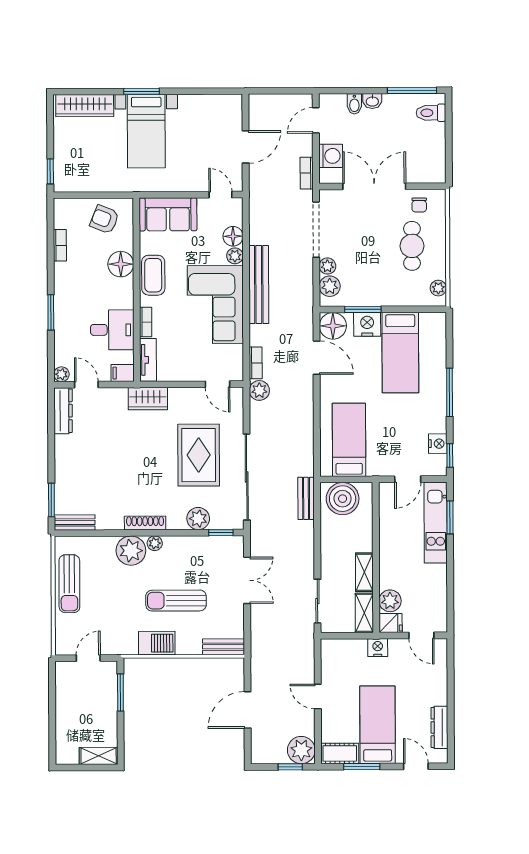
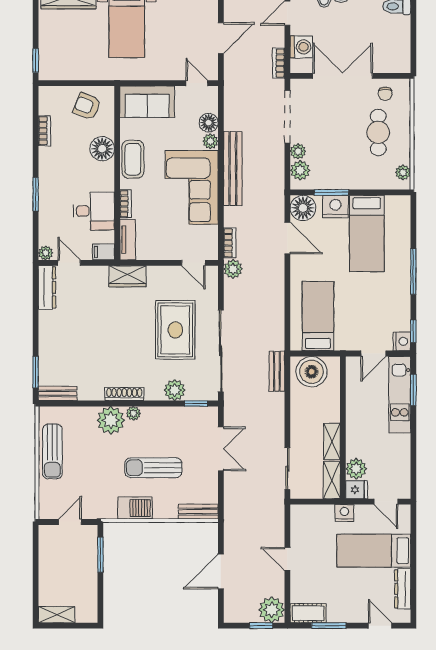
nightstand: (438, 444) -> (402, 341), moved
bed: (378, 725) -> (374, 551), moved, turned -90
shelving: (99, 756) -> (57, 615), moved

